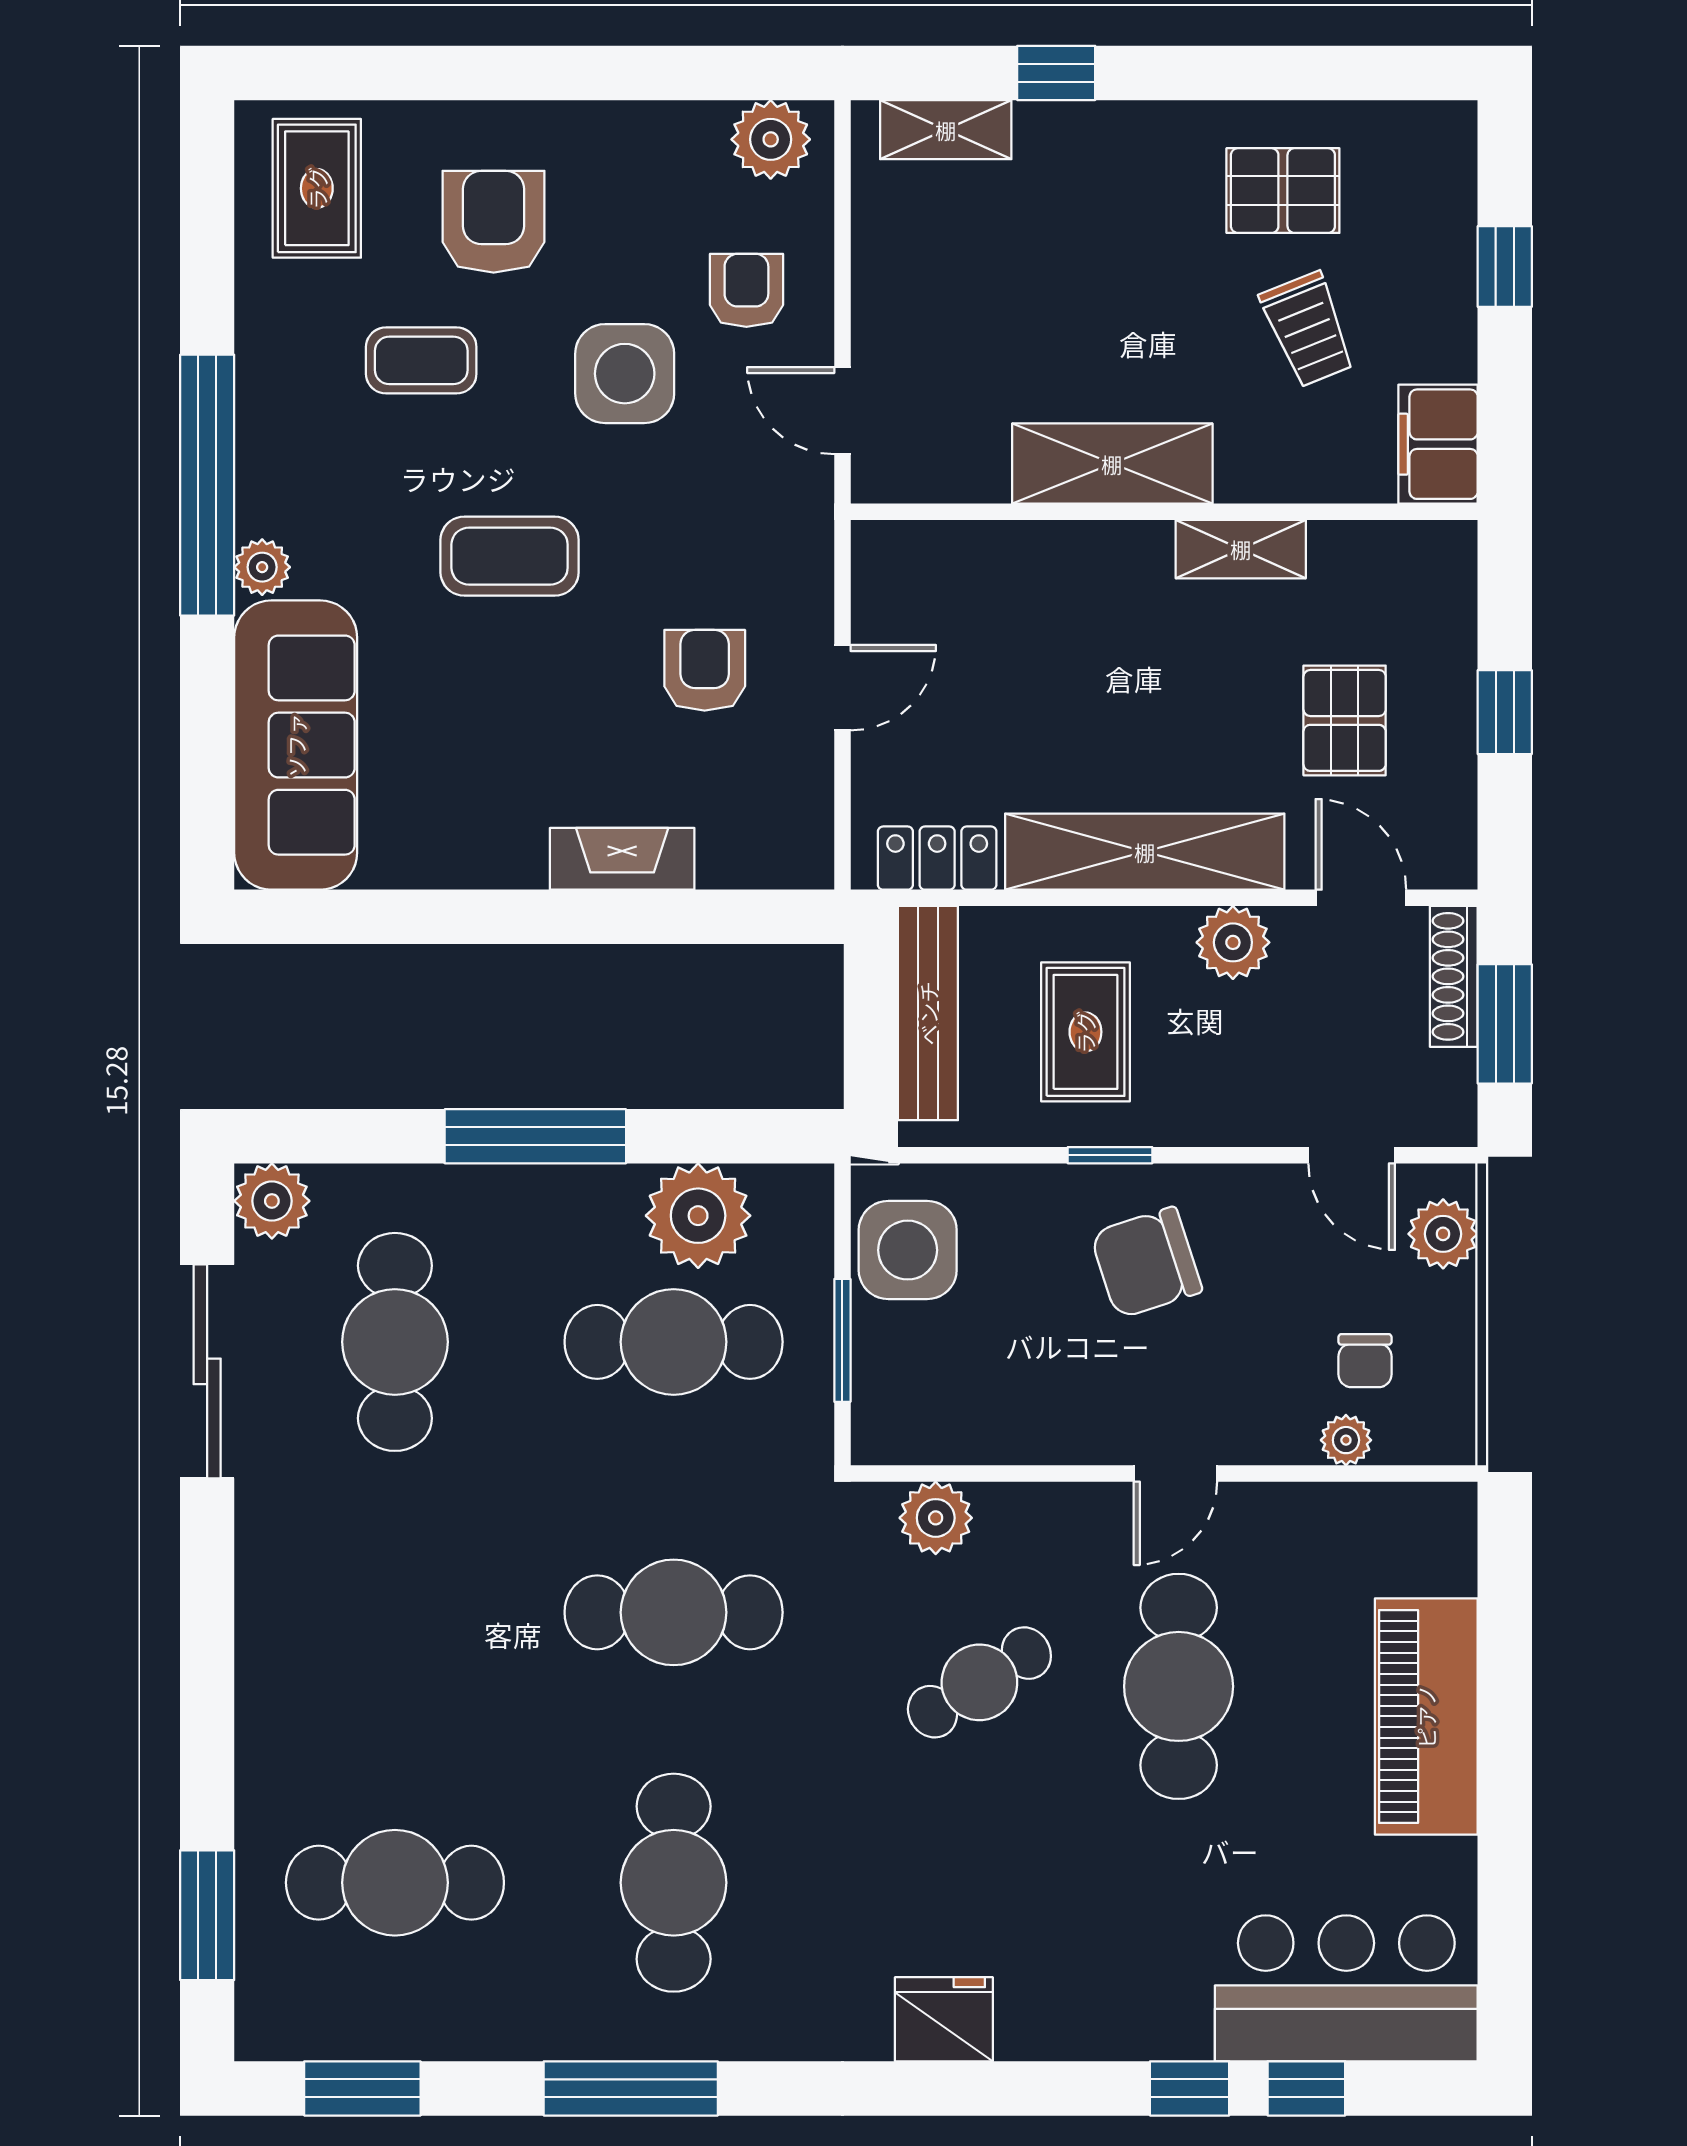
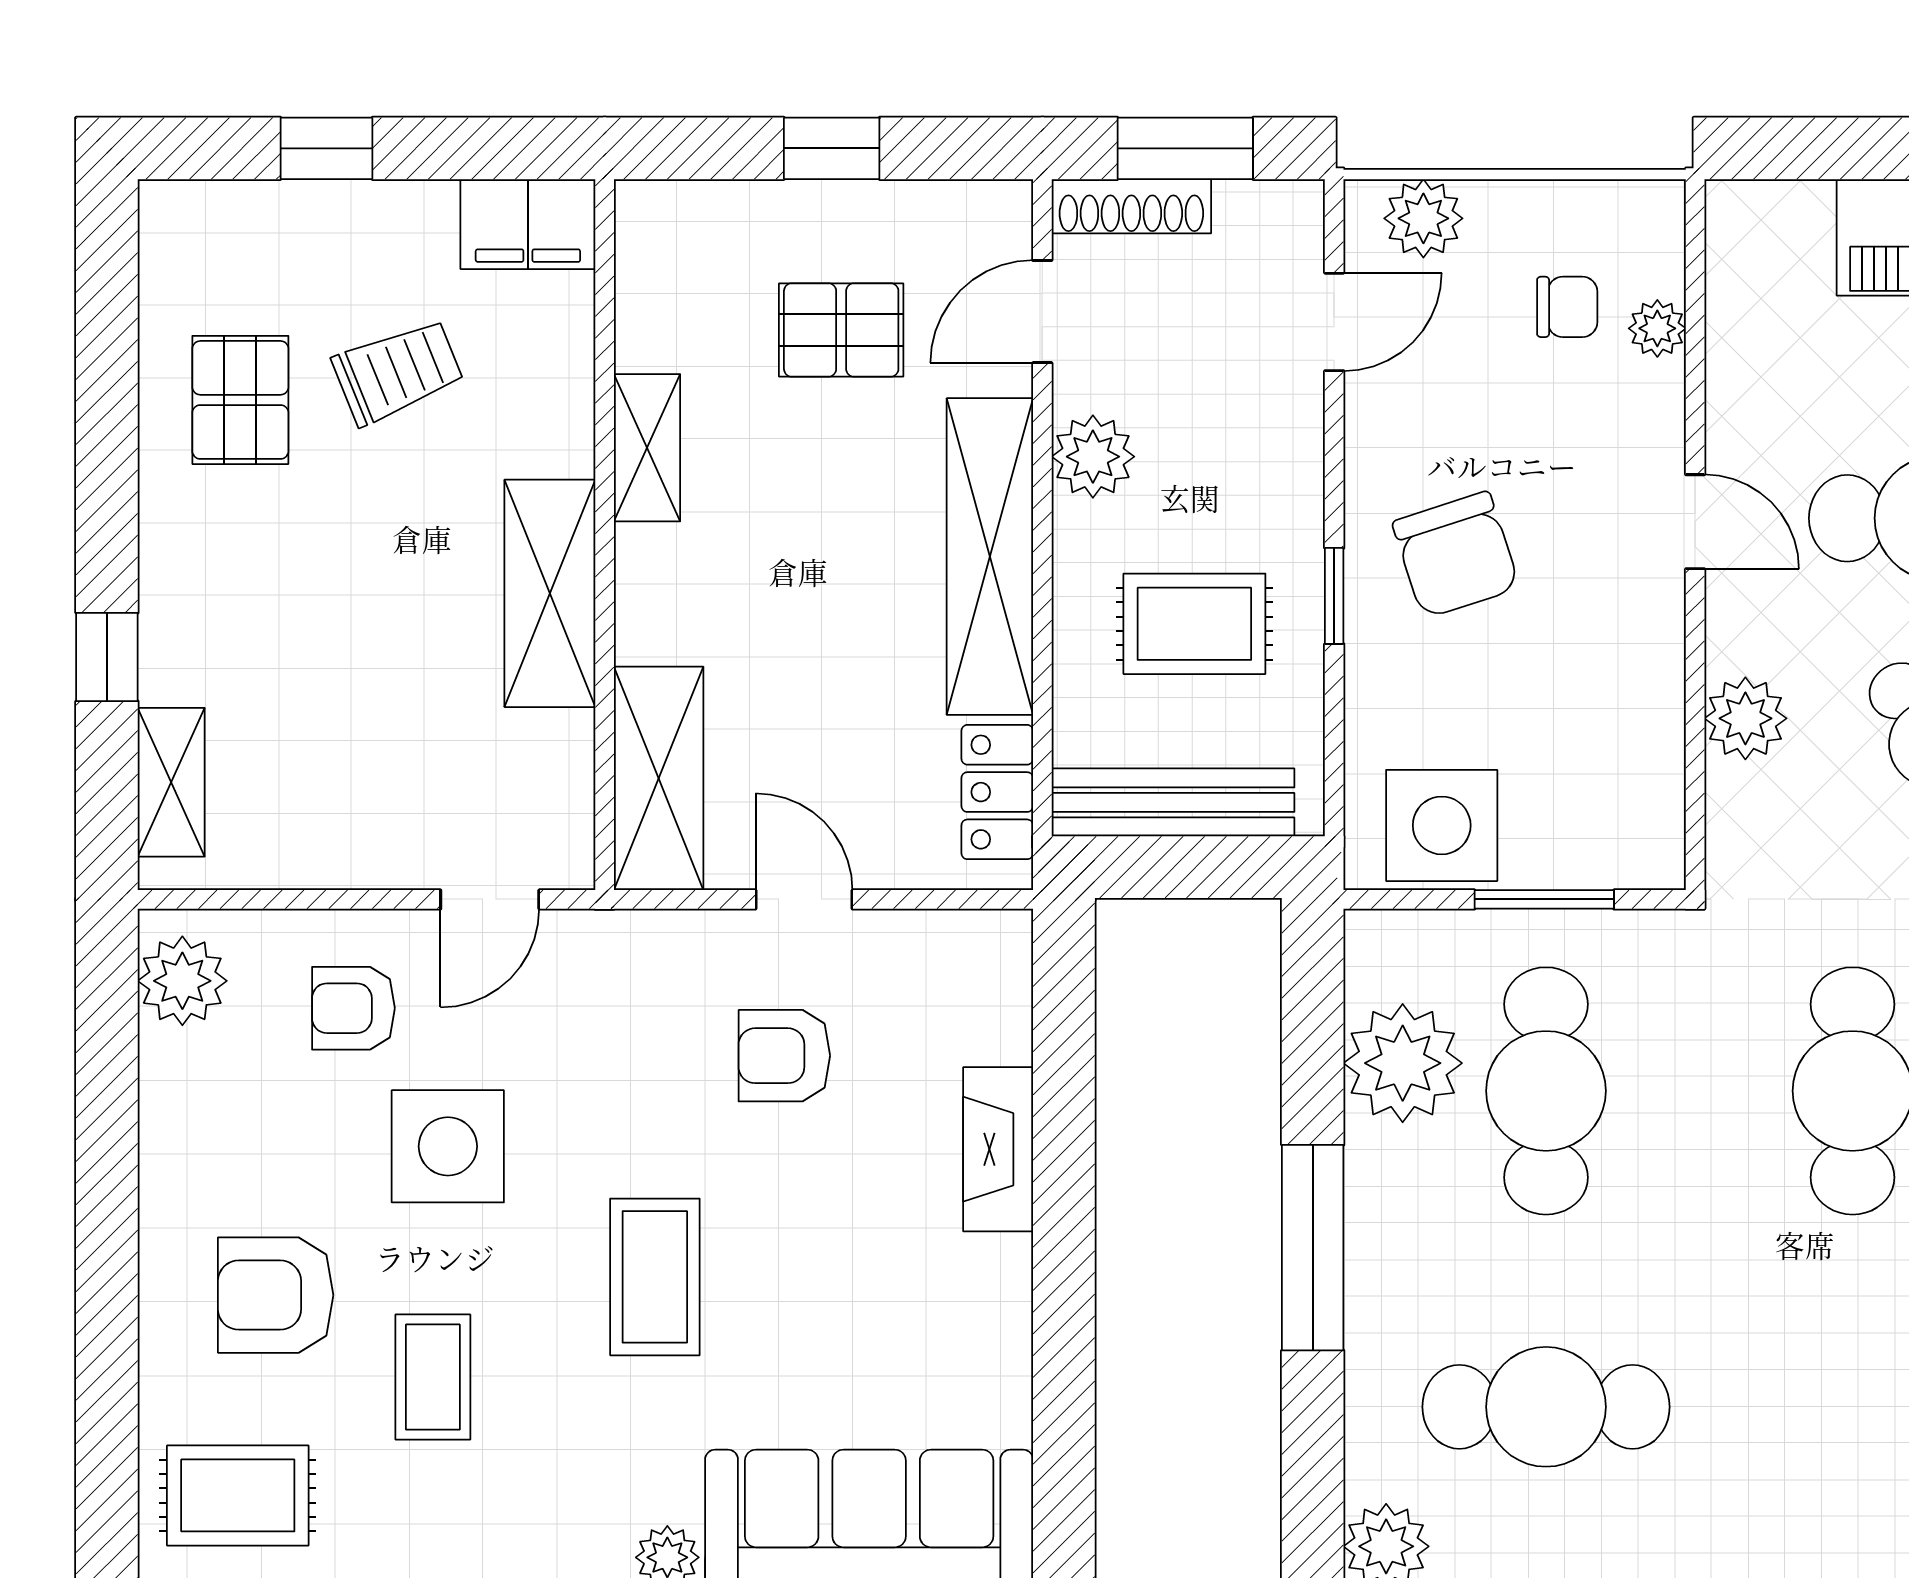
shelving: (949, 559) -> (659, 778), added
plant: (936, 1518) -> (1745, 718), moved

